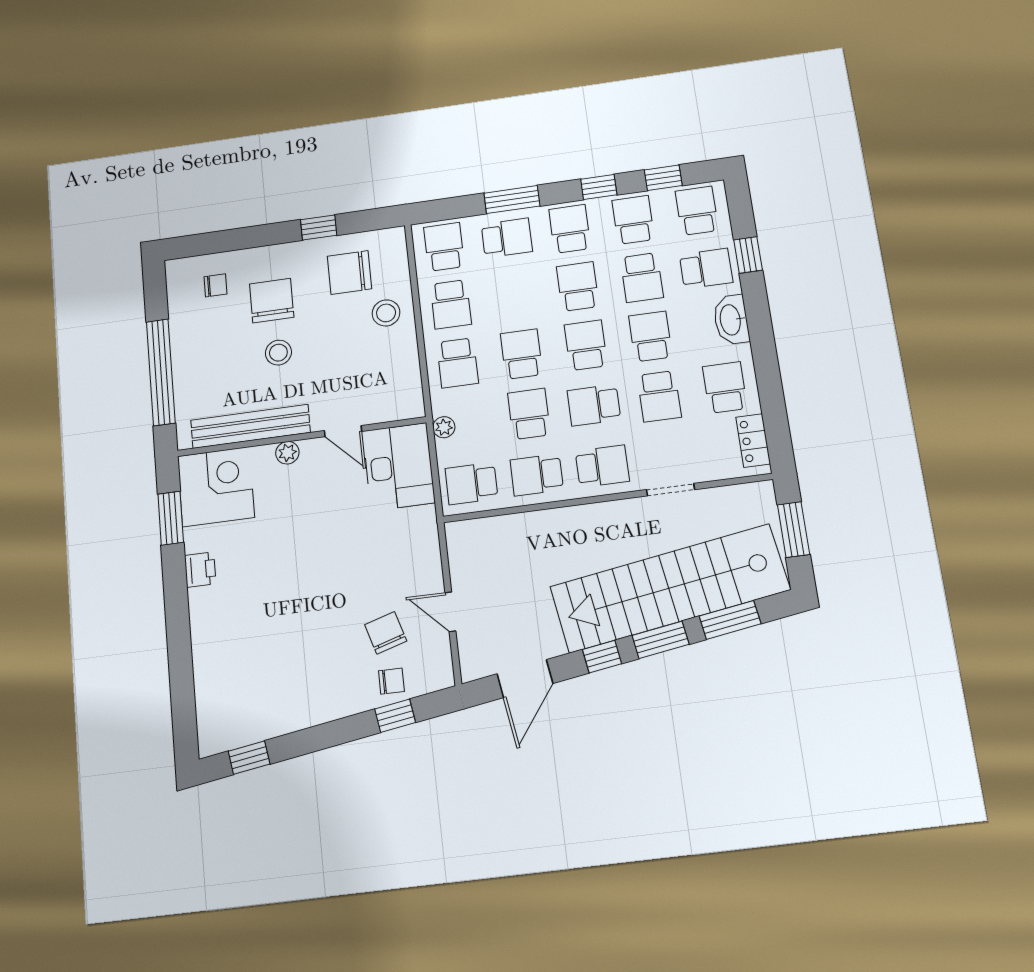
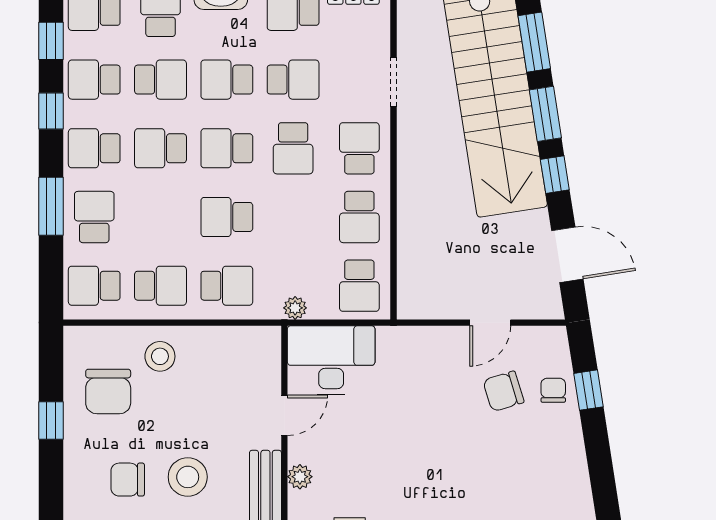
chair: (272, 301) -> (128, 480), width x0.73, depth x0.73
stool: (278, 353) -> (188, 477), width x1.38, depth x1.38
school desk: (529, 414) -> (293, 217), removed

